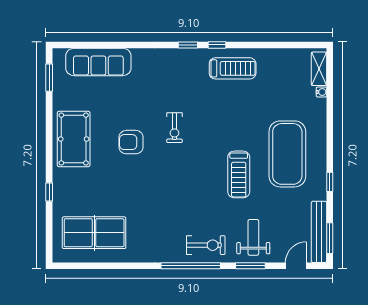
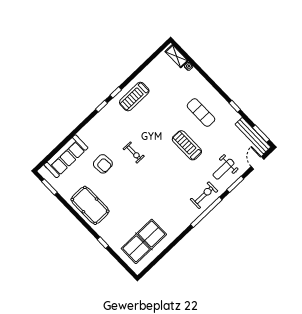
treadmill: (233, 68) -> (134, 97), turned 180
armchair: (131, 142) -> (103, 164), moved, turned -94
exercise mat: (287, 154) -> (201, 113), width x0.50, depth x0.69
treadmill: (239, 174) -> (187, 145), turned 180
weight bench: (253, 237) -> (224, 169), turned -90

